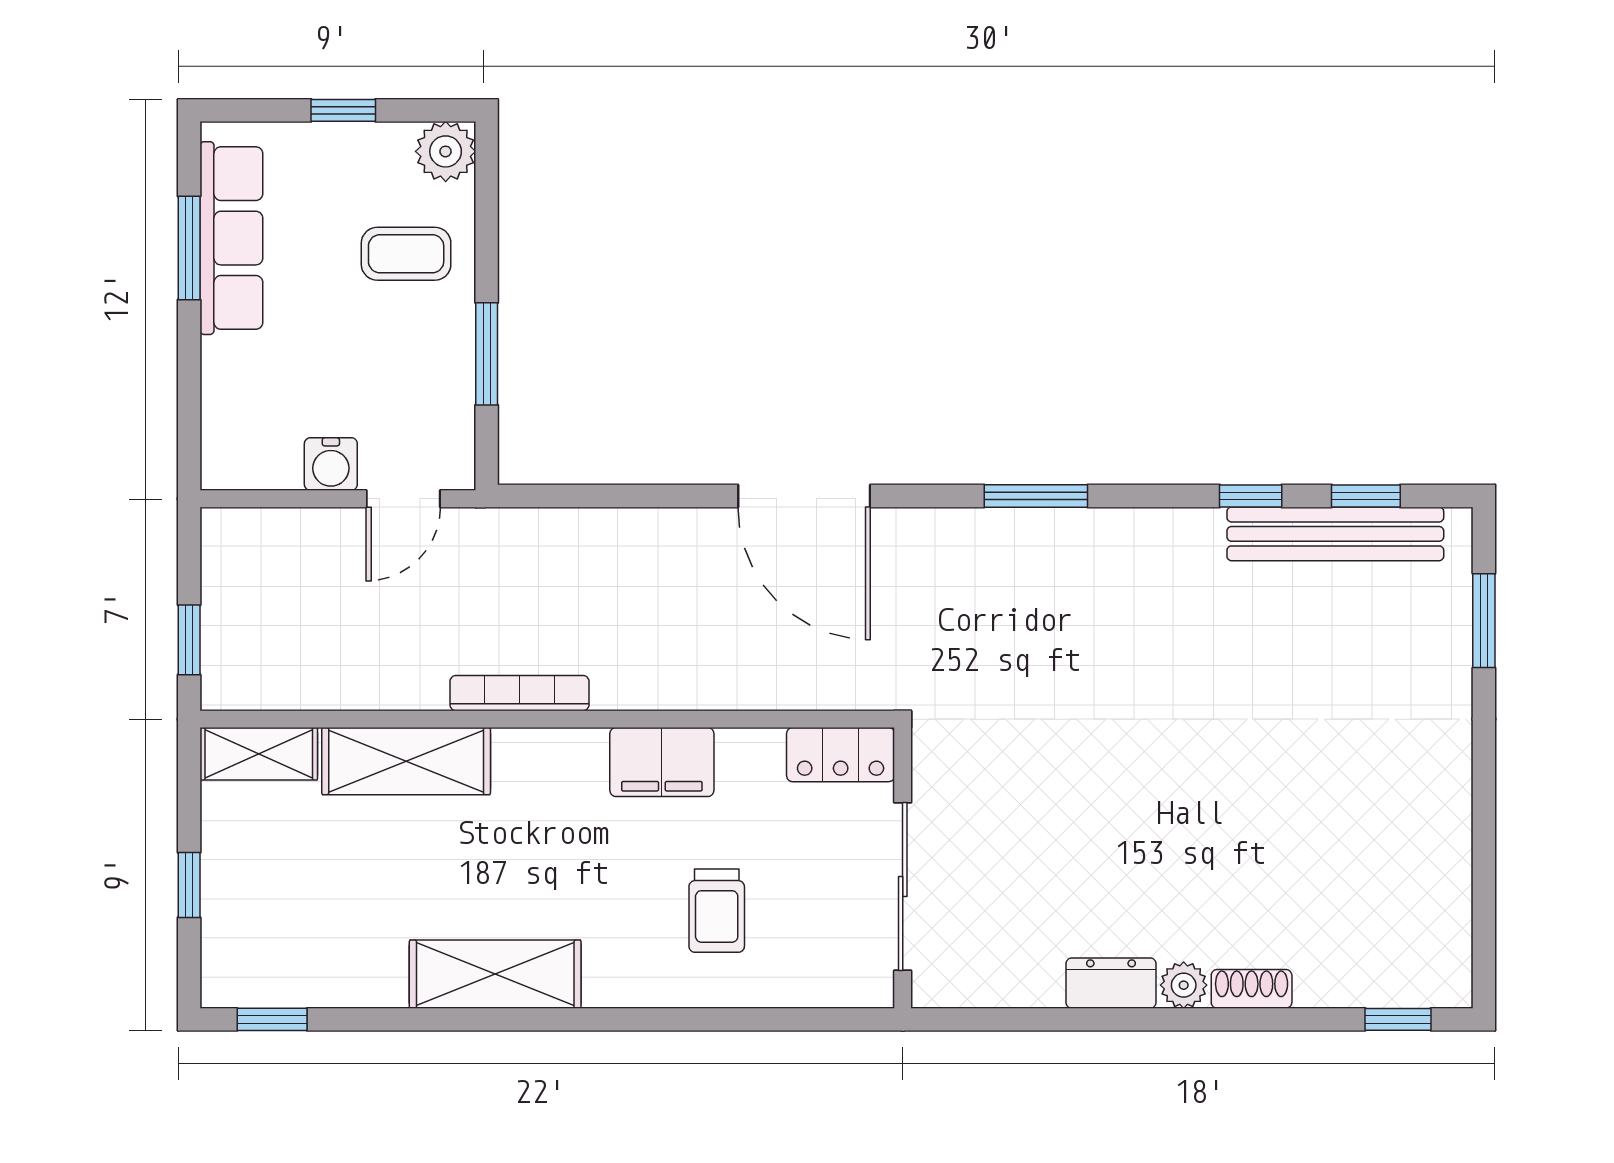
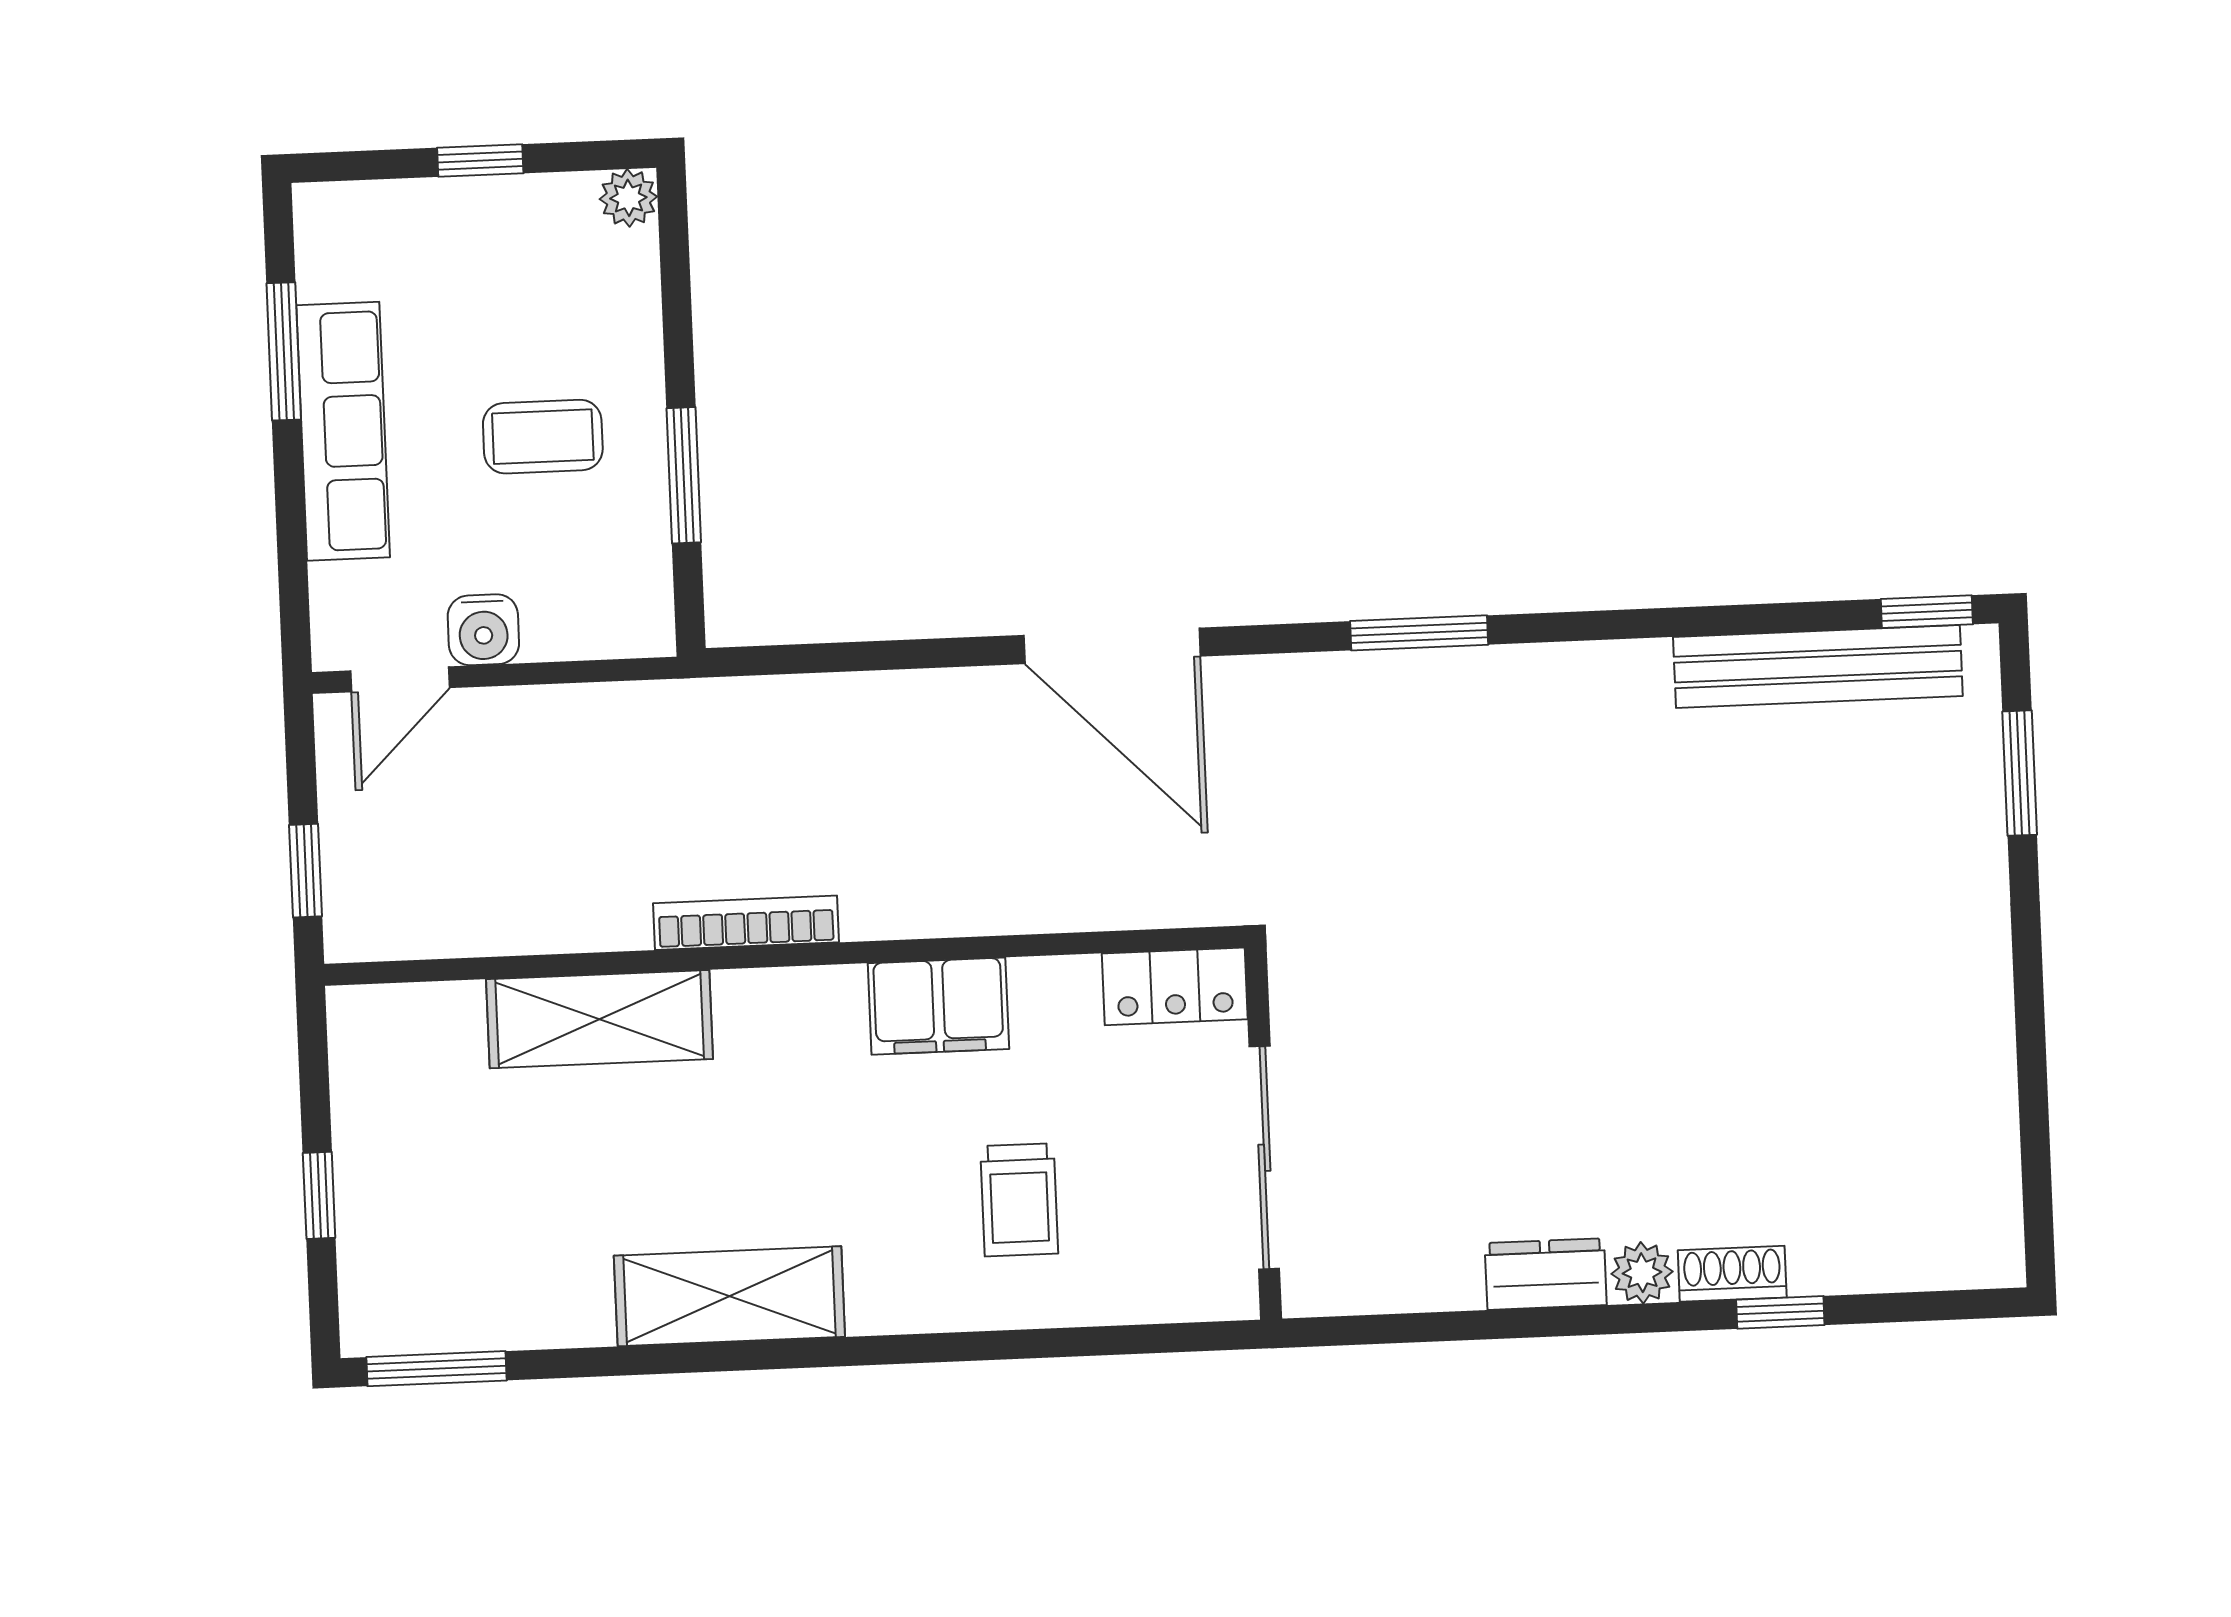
plant: (446, 151) -> (628, 198), width x0.73, depth x0.73
row of seats: (231, 238) -> (343, 431), moved
coffee table: (406, 254) -> (543, 437), moved
window: (1251, 496) -> (1703, 621), removed
window: (1366, 496) -> (1927, 612), moved
door: (403, 499) -> (400, 679), moved
shelving: (259, 754) -> (404, 1018), removed
window: (272, 1019) -> (436, 1369), width x1.50
window: (1398, 1019) -> (1780, 1312), moved

